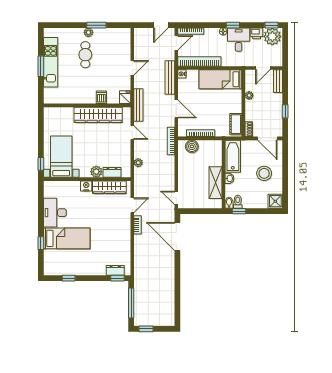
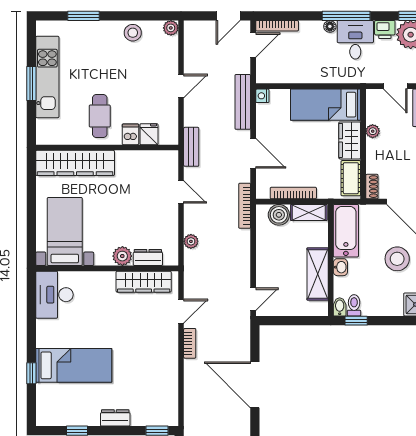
window: (96, 25) -> (84, 16), moved
window: (233, 25) -> (346, 16), width x2.17
plant: (88, 32) -> (171, 28), moved
stool: (103, 35) -> (133, 33), added
cafe table: (85, 55) -> (100, 116), moved
bookcase: (199, 61) -> (291, 75), removed
door: (263, 68) -> (395, 86), hinge flipped
fridge: (125, 97) -> (149, 134), moved
wardrobe: (235, 101) -> (350, 140), added
bench: (138, 105) -> (191, 147), width x0.73
wardrobe: (98, 115) -> (75, 163), moved
shelving: (210, 145) -> (309, 212), added
window: (41, 164) -> (31, 243), removed
nightstand: (86, 186) -> (106, 279), removed
door: (176, 198) -> (253, 299), swing flipped
desk: (55, 213) -> (54, 295), moved
door: (177, 236) -> (255, 385), moved
dresser: (115, 270) -> (115, 418), moved

